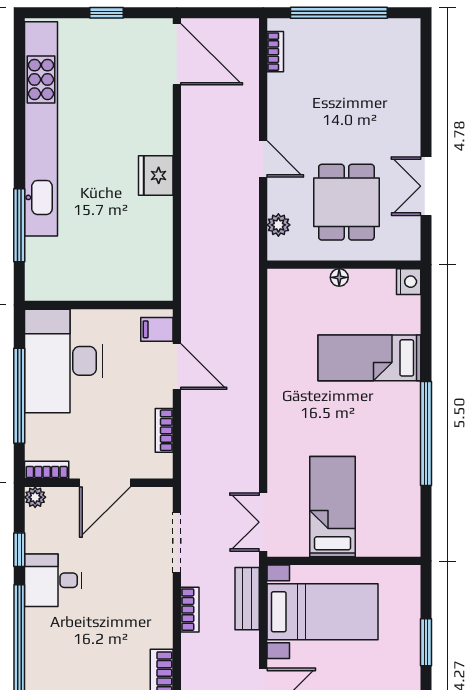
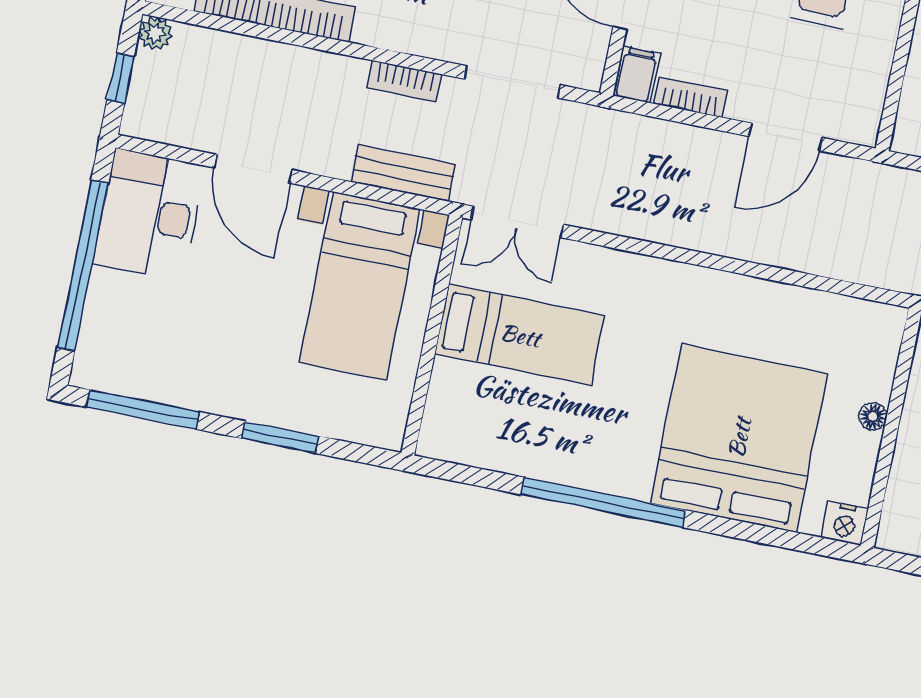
filing cabinet: (157, 329) -> (637, 75), moved
bed: (369, 358) -> (739, 438), width x2.04
double door: (263, 522) -> (517, 222), swing flipped

